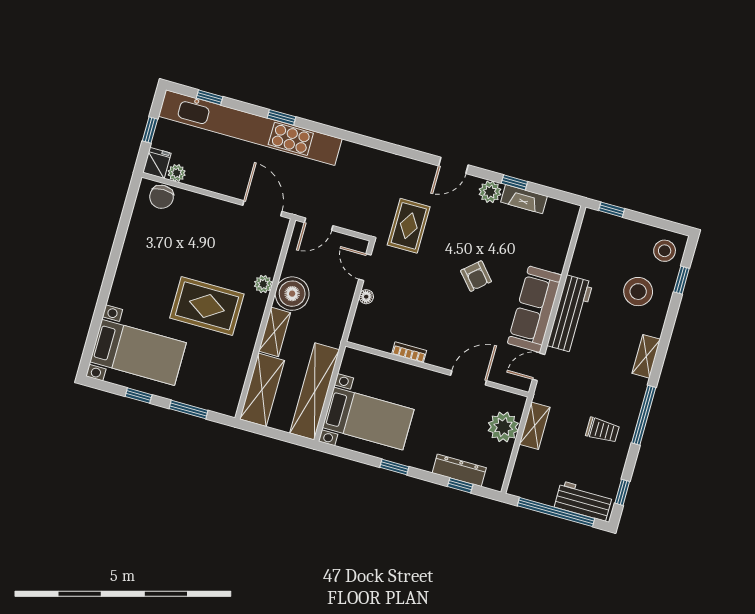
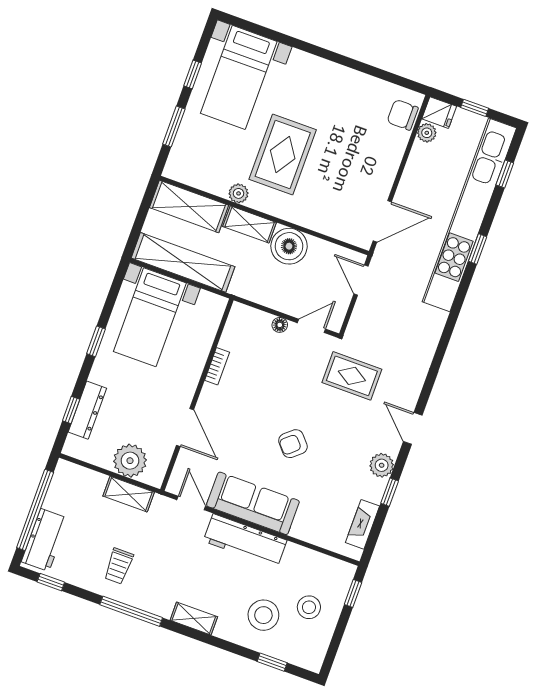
fireplace: (524, 199) -> (363, 524), moved
stool: (665, 251) -> (309, 607), moved
plant: (263, 284) -> (239, 193), moved

